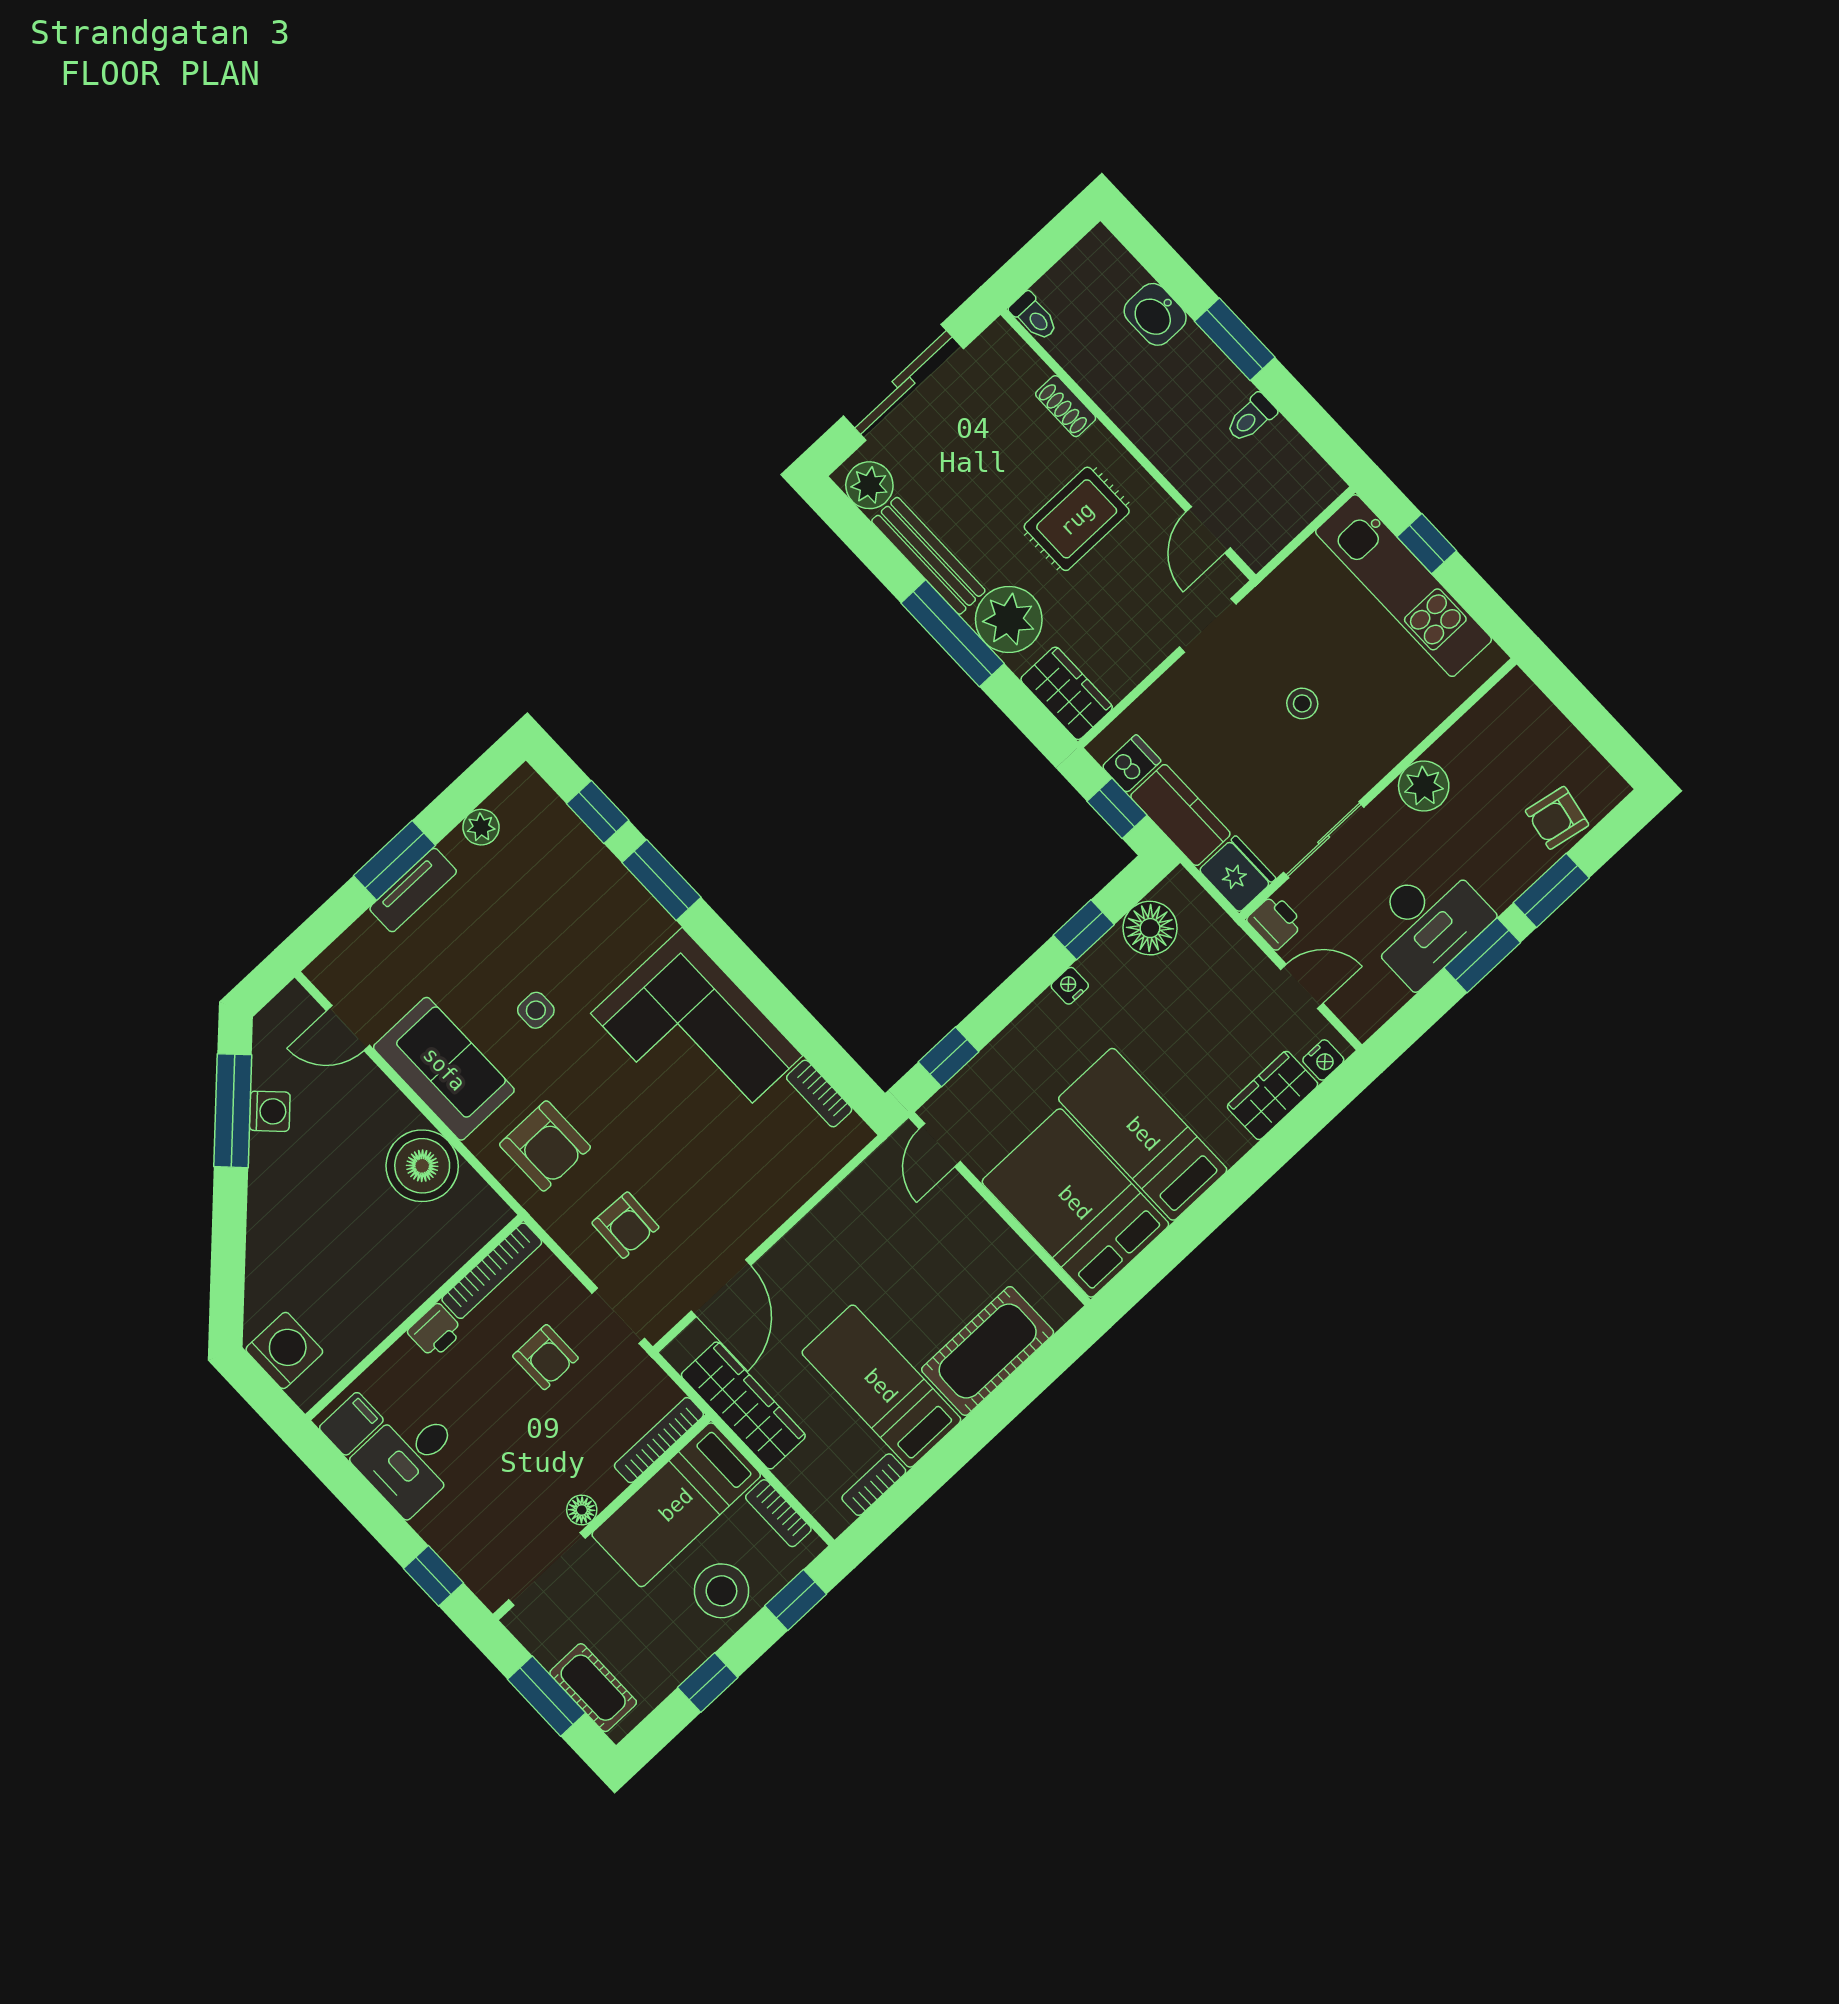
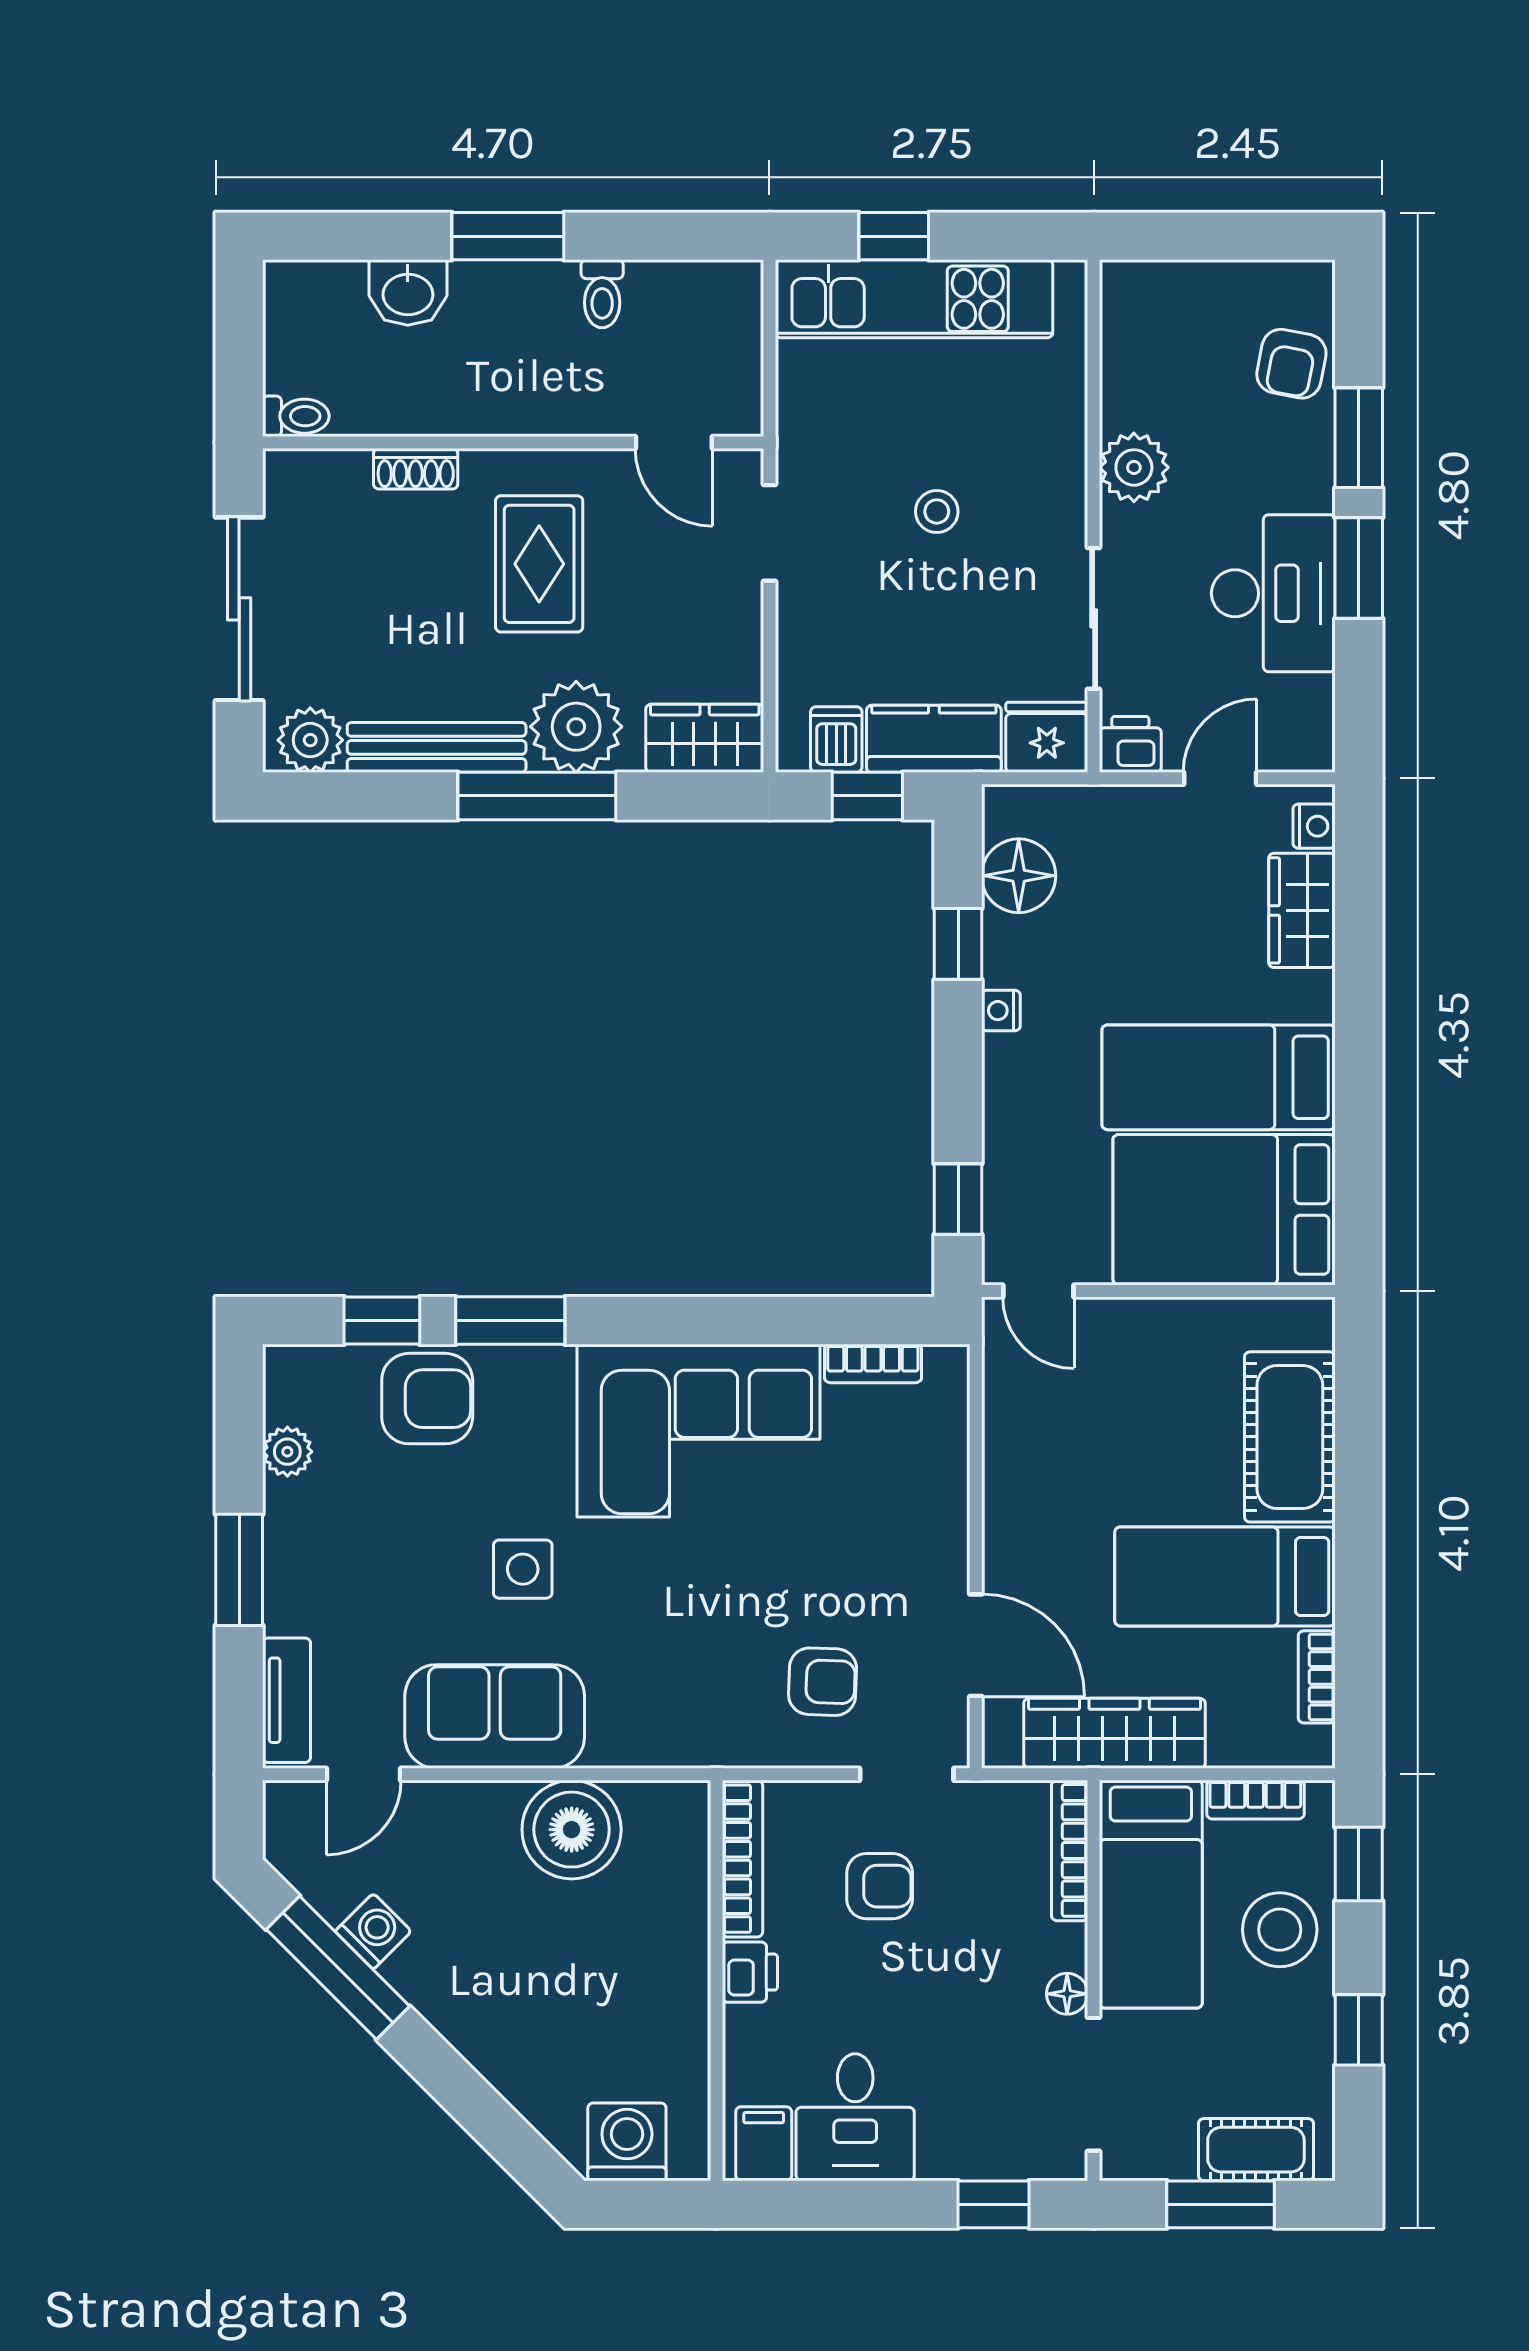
tv unit: (413, 890) -> (287, 1700), moved
side table: (536, 1010) -> (523, 1569), width x1.37, depth x1.37
armchair: (545, 1146) -> (427, 1399), moved

